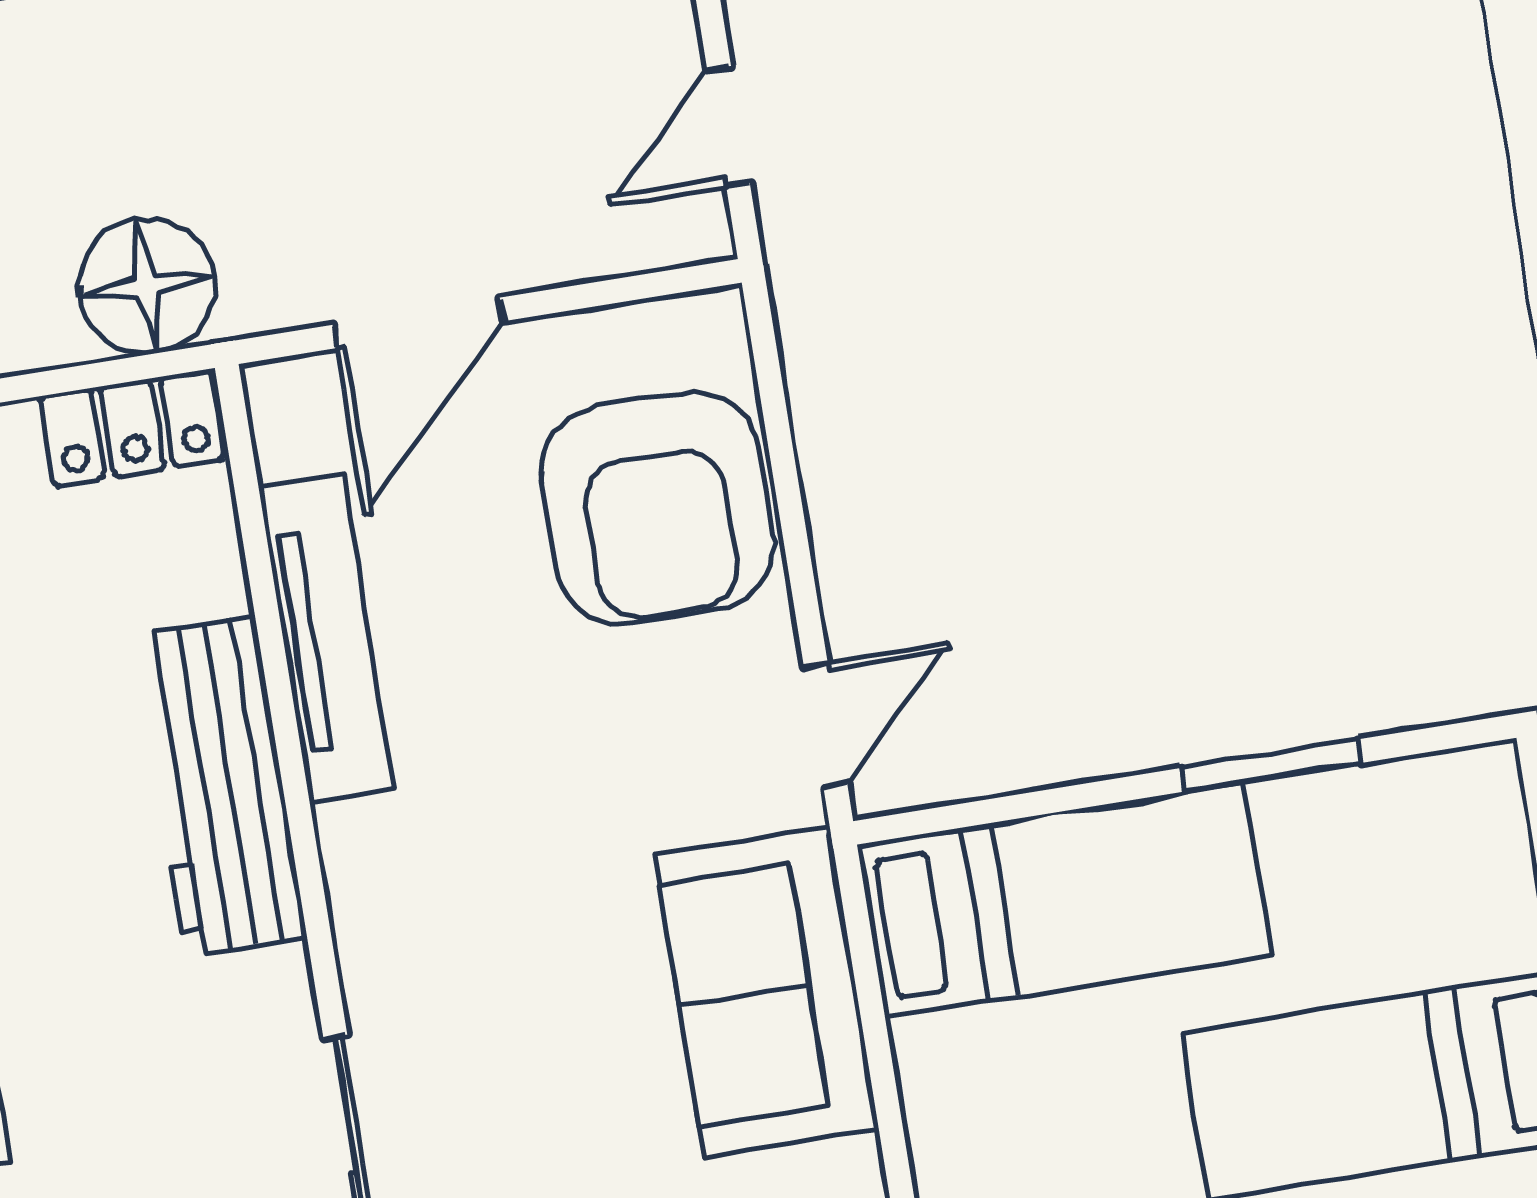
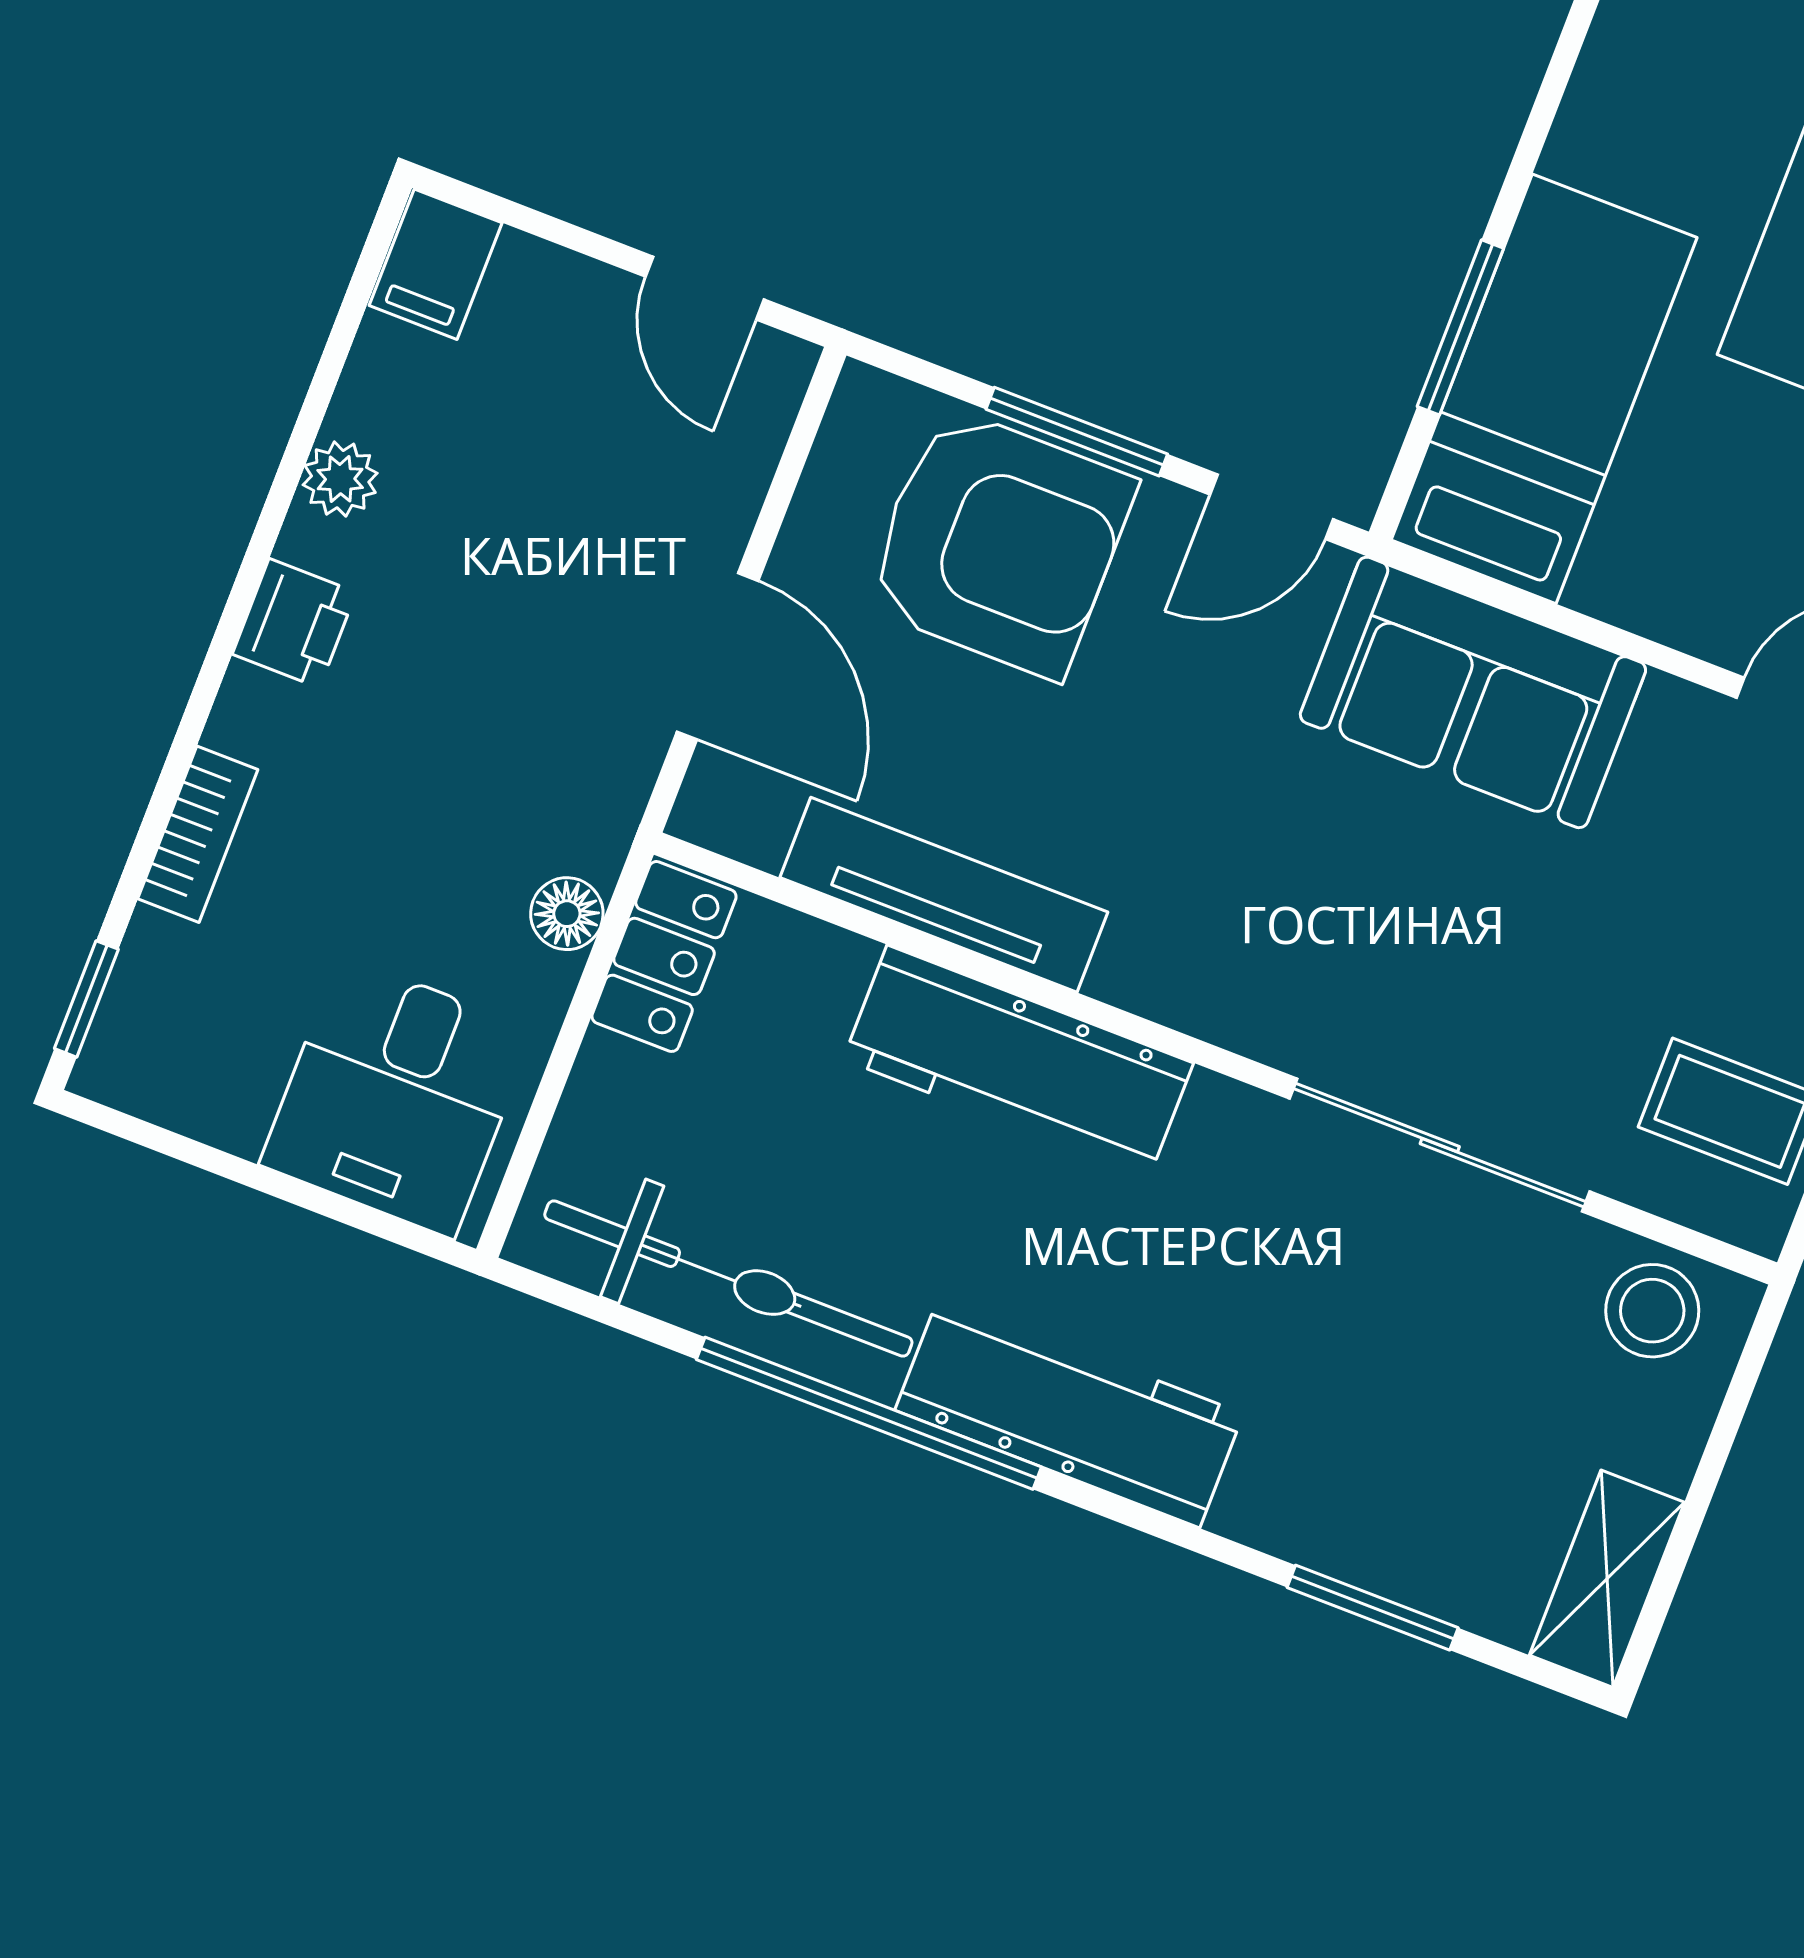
floor lamp: (147, 286) -> (567, 914), width x0.53, depth x0.53
window: (792, 519) -> (1077, 432), added
door: (825, 725) -> (1271, 507), swing flipped
window: (1272, 765) -> (1460, 327), moved

